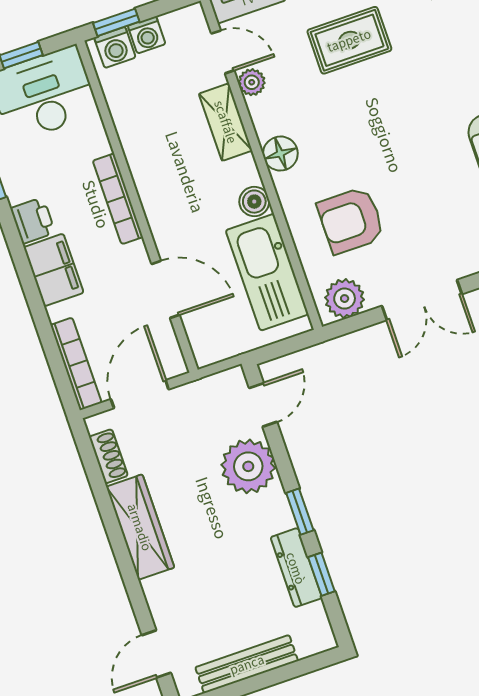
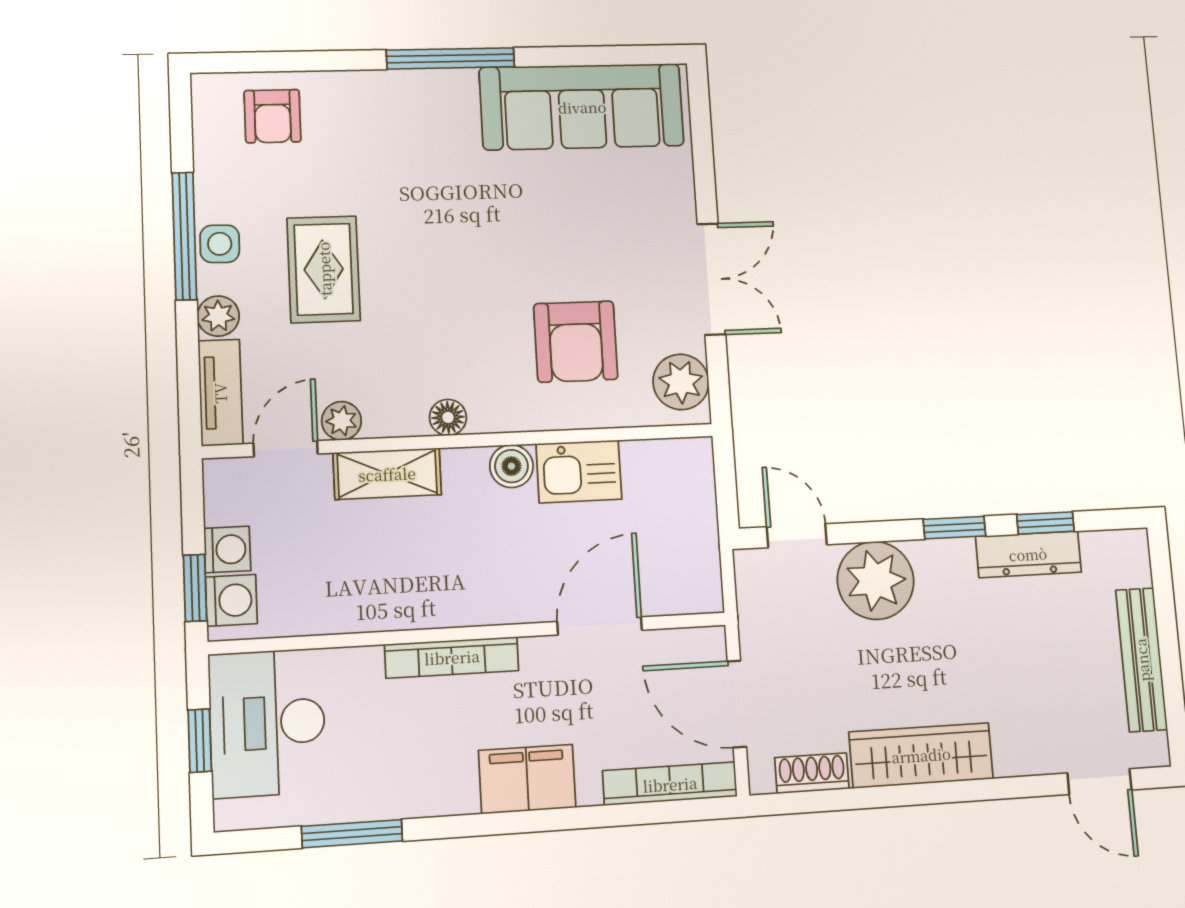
floor lamp: (280, 154) -> (448, 417), width x0.73, depth x0.73
printer: (33, 221) -> (447, 790), removed
kitchen sink: (267, 272) -> (579, 471), width x0.53, depth x0.81

